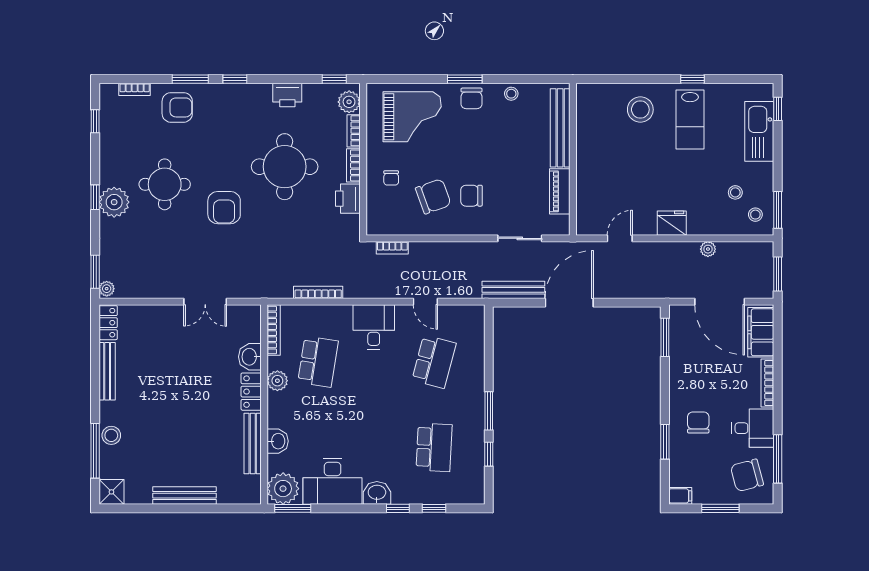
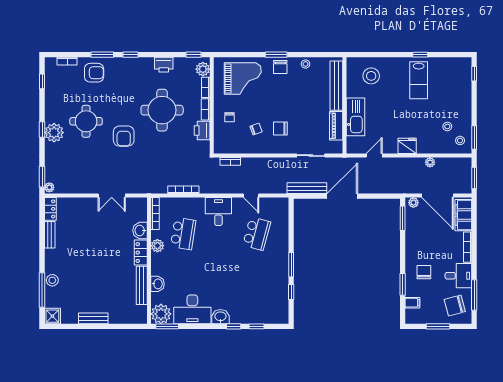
stool: (640, 110) -> (371, 76), moved
kitchen sink: (759, 131) -> (355, 117), moved, turned 180
chair: (433, 196) -> (256, 129), width x0.54, depth x0.54
plant: (682, 313) -> (413, 203), added
bench: (107, 371) -> (50, 235), width x0.73
school desk: (434, 447) -> (257, 288), removed
bench: (184, 496) -> (93, 318), width x0.73
filing cabinet: (680, 496) -> (412, 303), moved

